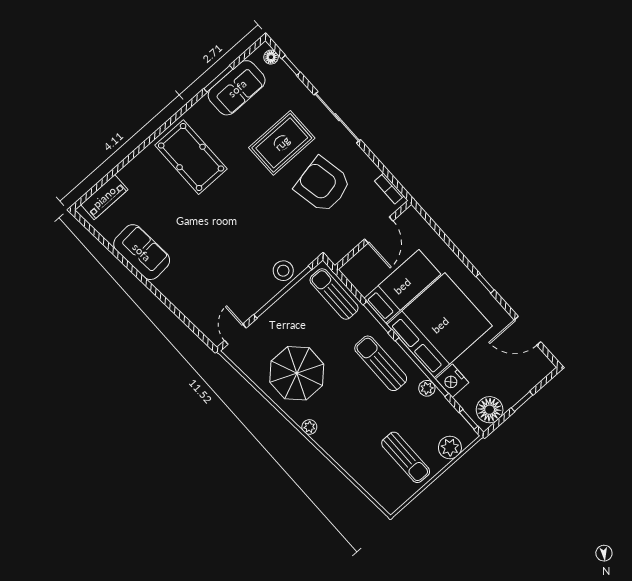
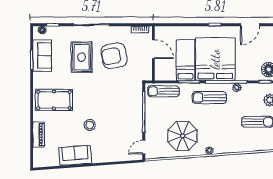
piano: (104, 197) -> (39, 135), moved
stool: (283, 271) -> (90, 125), moved
door: (235, 334) -> (144, 147), hinge flipped
nightstand: (452, 381) -> (243, 74), removed

